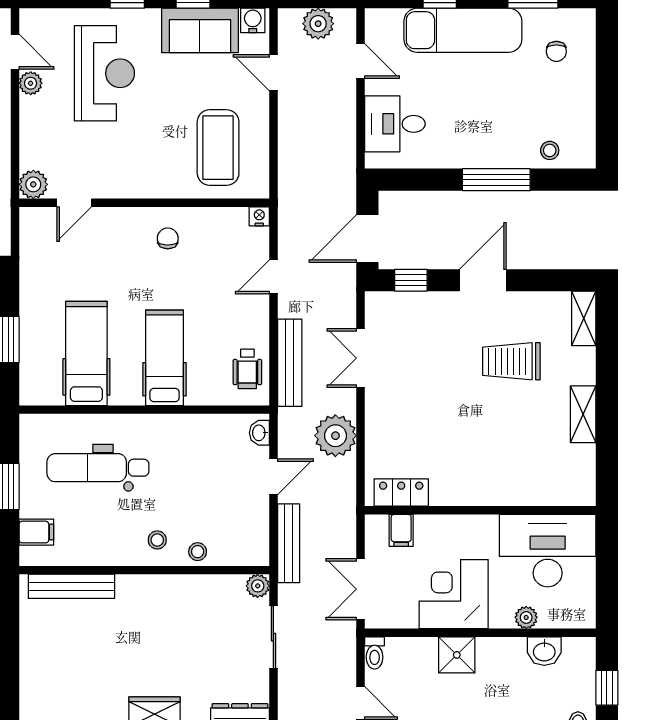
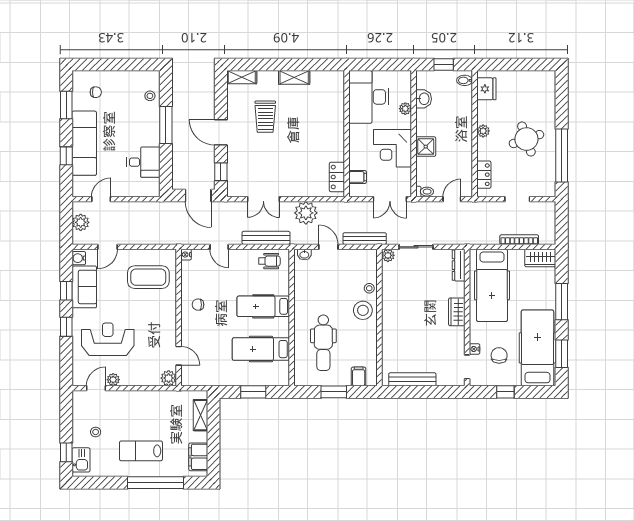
desk: (395, 124) -> (143, 162), moved, turned -90
stool: (157, 540) -> (363, 310), width x1.89, depth x1.89
bench: (71, 586) -> (412, 379), moved, turned 90

